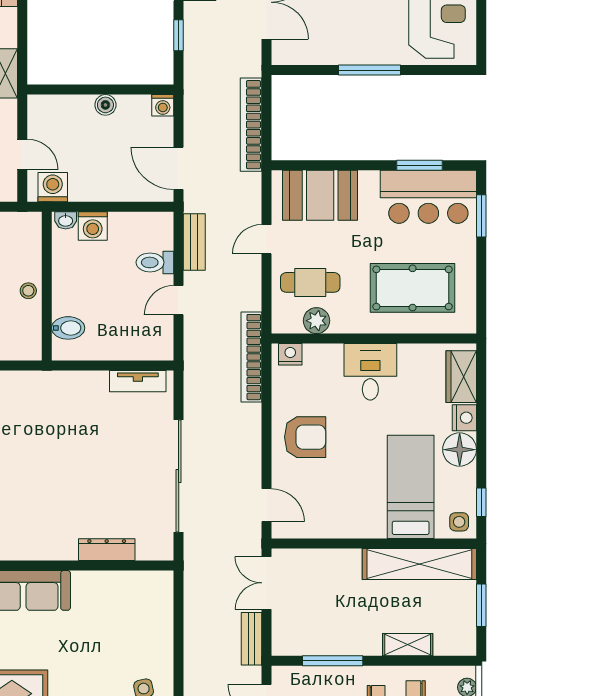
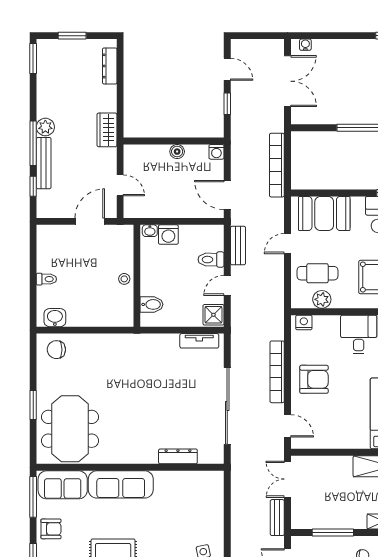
washing machine: (53, 187) -> (141, 208), removed
shower: (158, 343) -> (213, 315), added
bookcase: (251, 357) -> (277, 372), moved

